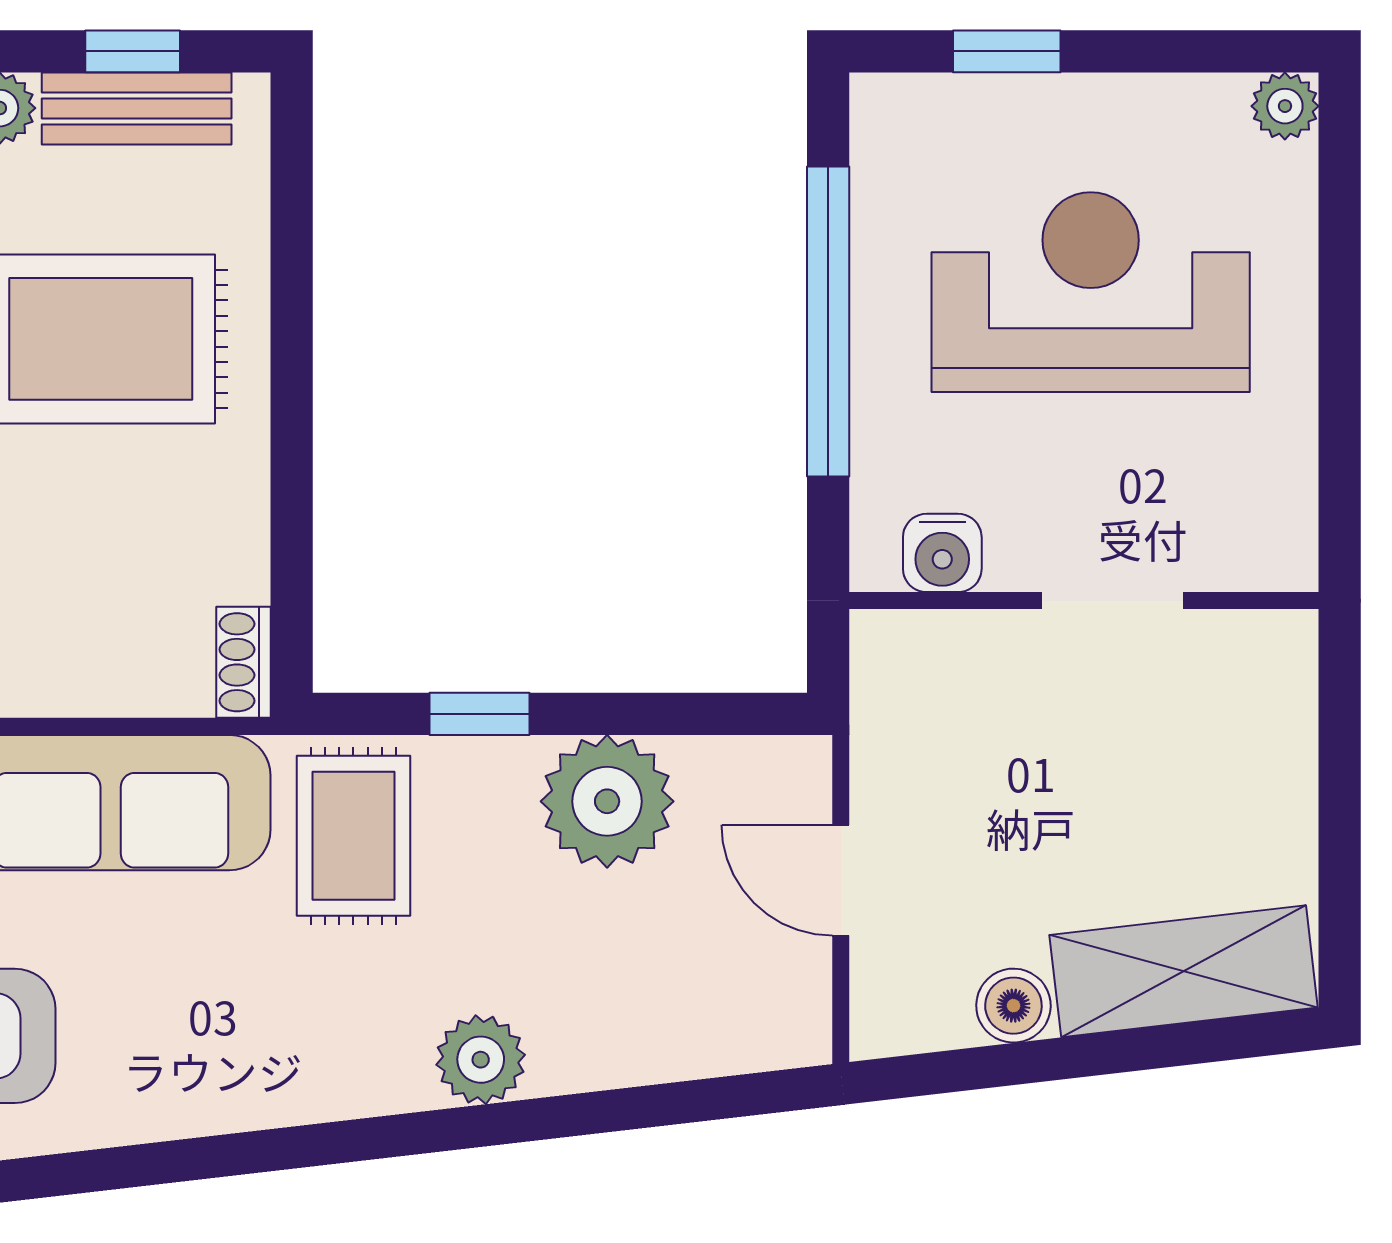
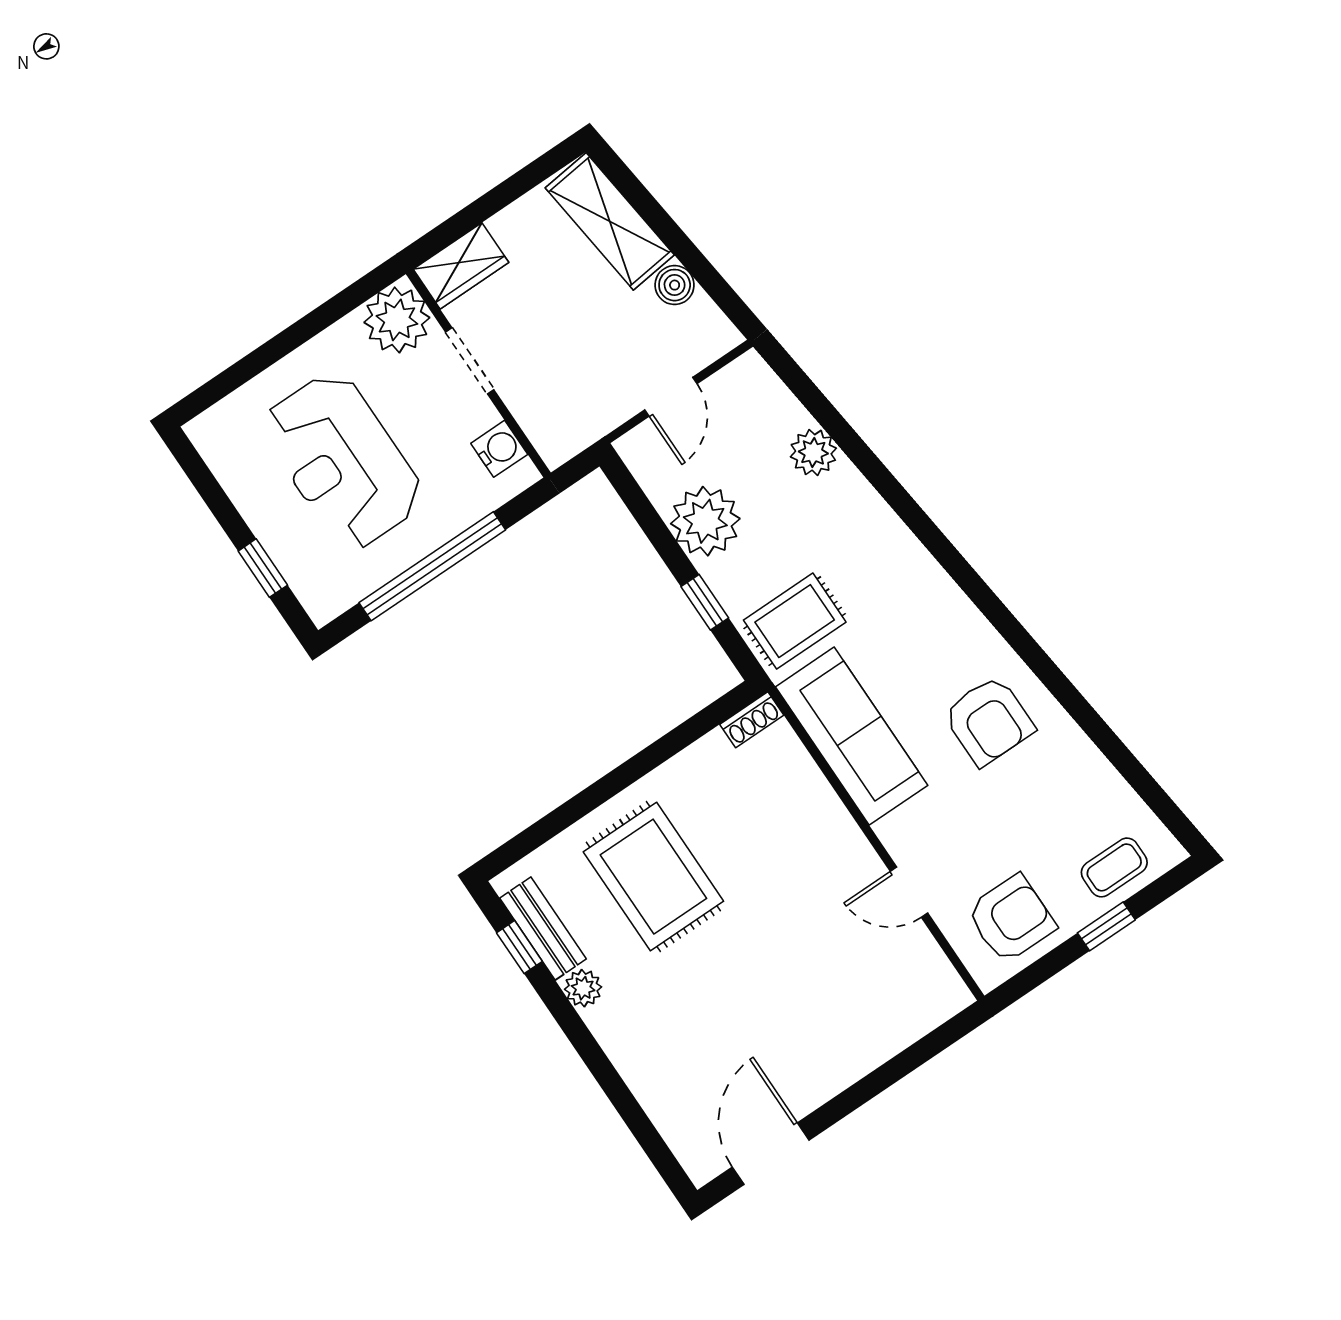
plant: (1285, 106) -> (397, 320), moved, width x1.88, depth x1.88
wardrobe: (1273, 688) -> (461, 266), added
plant: (481, 1060) -> (813, 452), moved

